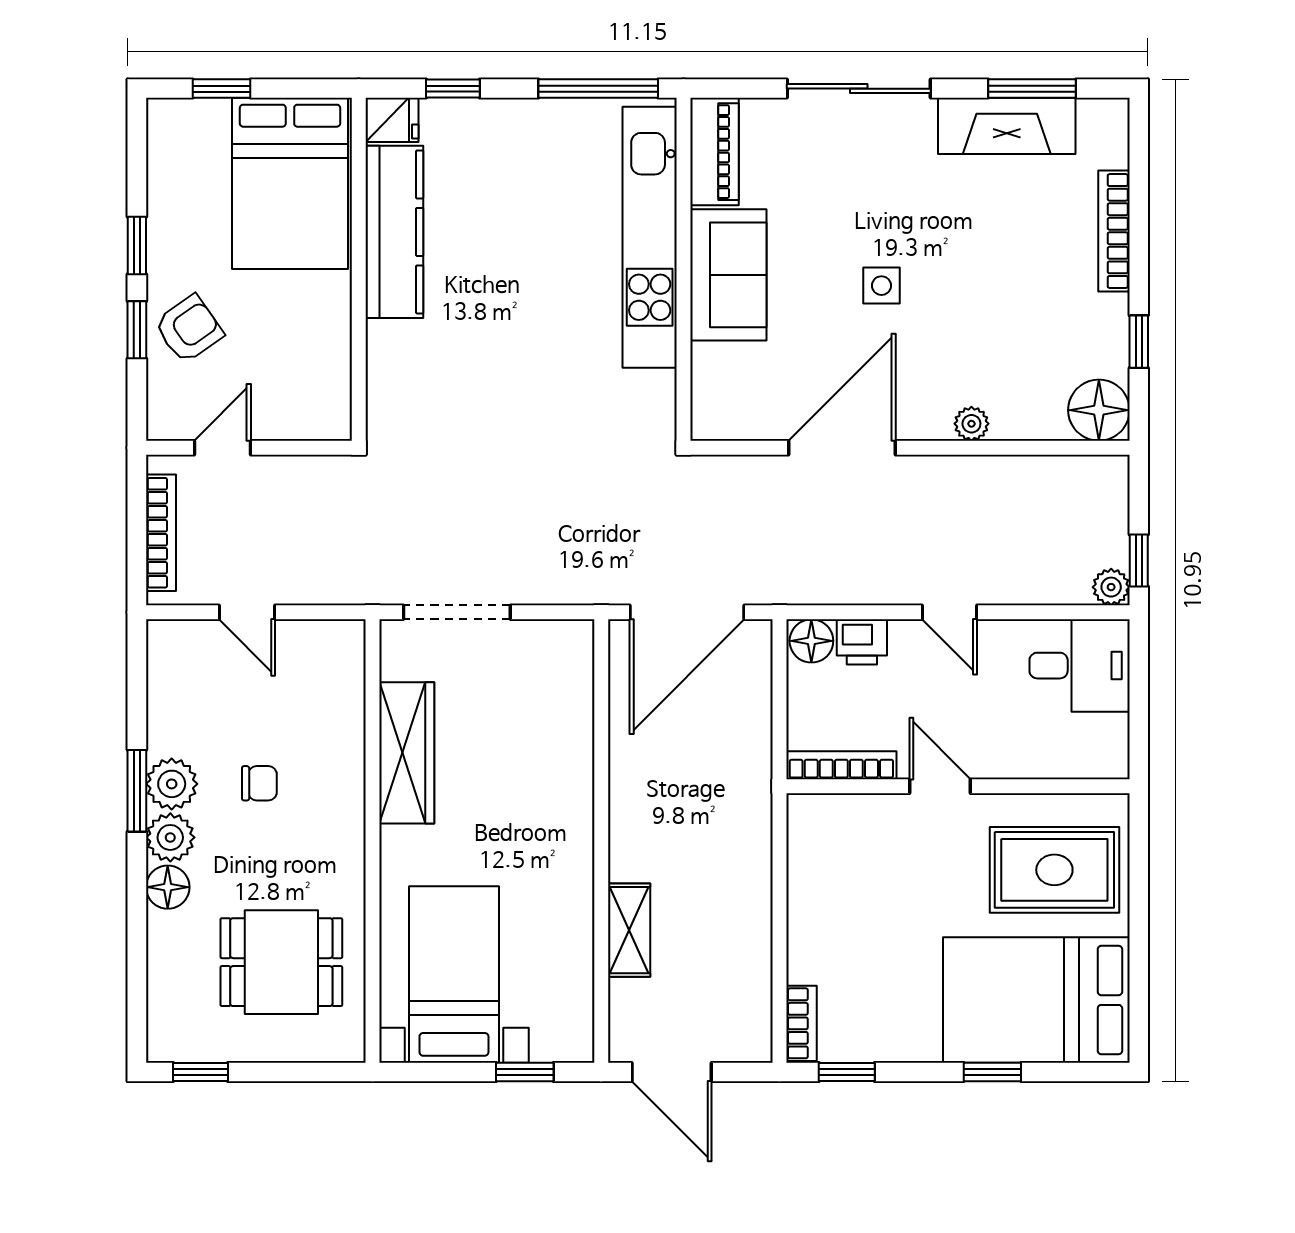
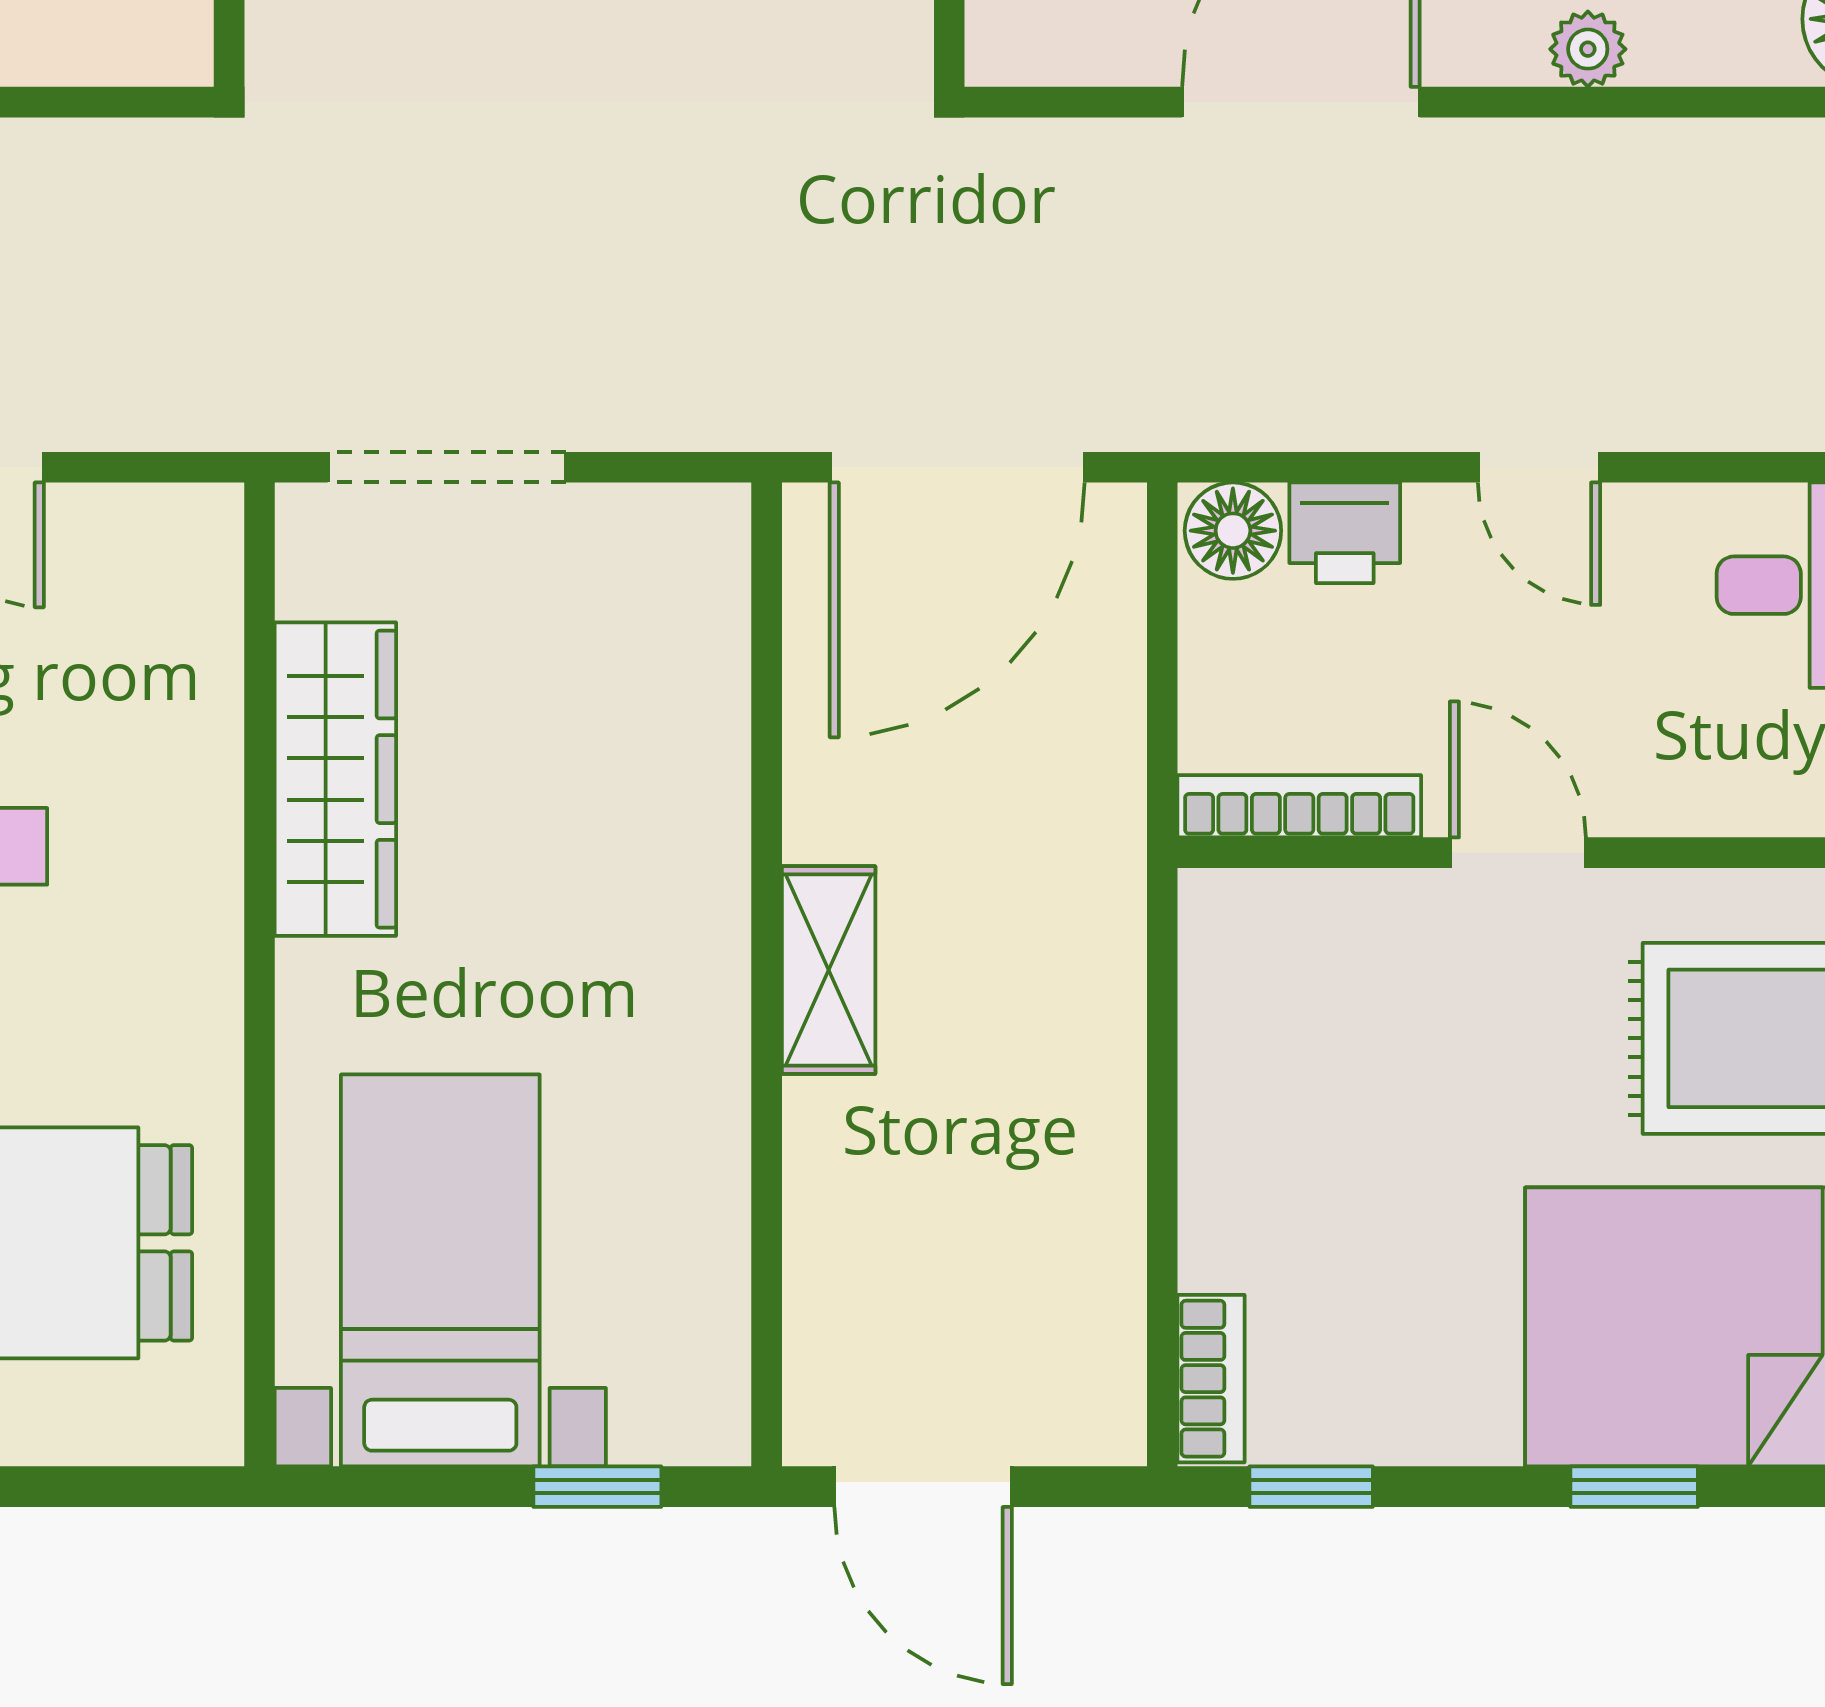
shelving: (629, 930) -> (829, 970), moved

